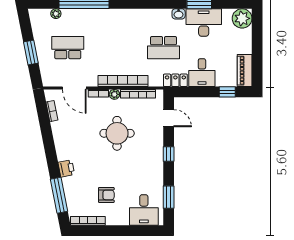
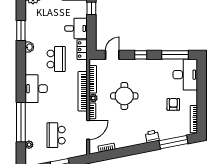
desk: (204, 23) -> (36, 89), moved
window: (169, 197) -> (175, 55), width x1.44
desk: (144, 210) -> (185, 75), width x1.37

